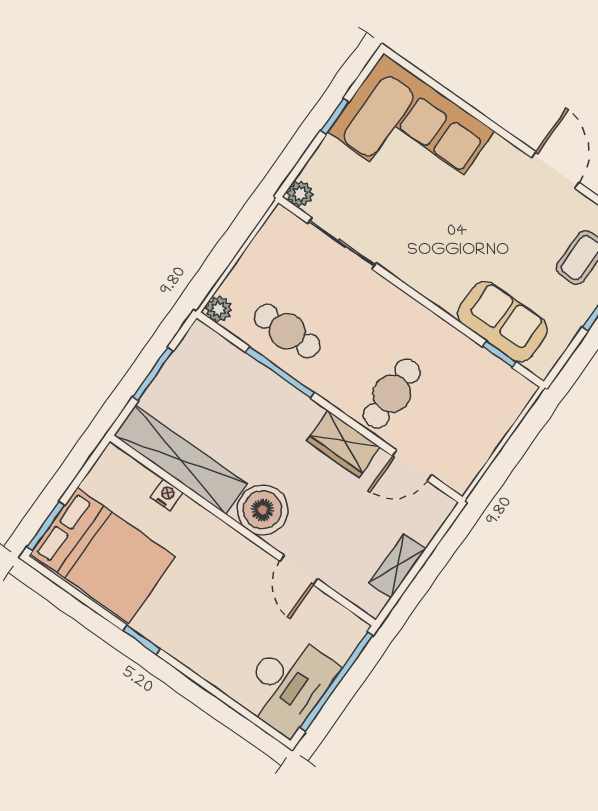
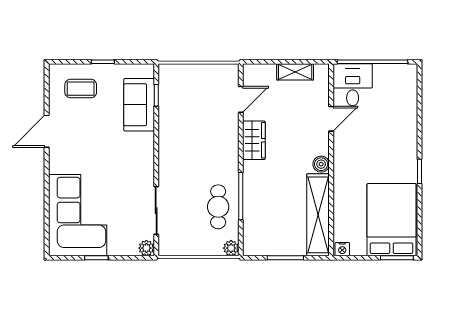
cafe table: (392, 394) -> (212, 134), removed
door: (412, 465) -> (241, 99), hinge flipped
nightstand: (167, 495) -> (342, 249), moved, turned -90
boiler: (263, 510) -> (321, 164), width x0.54, depth x0.54
desk: (288, 684) -> (353, 85), moved, width x0.73

